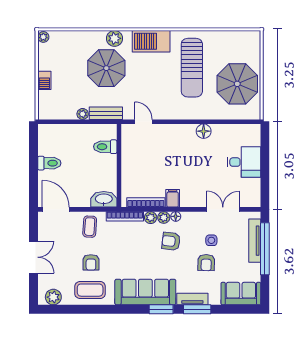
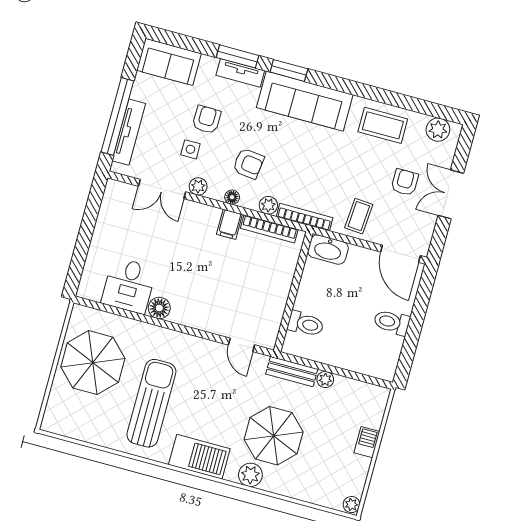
desk: (244, 162) -> (129, 286), moved, turned -90
plant: (164, 217) -> (198, 186), moved
armchair: (91, 262) -> (405, 182), moved

